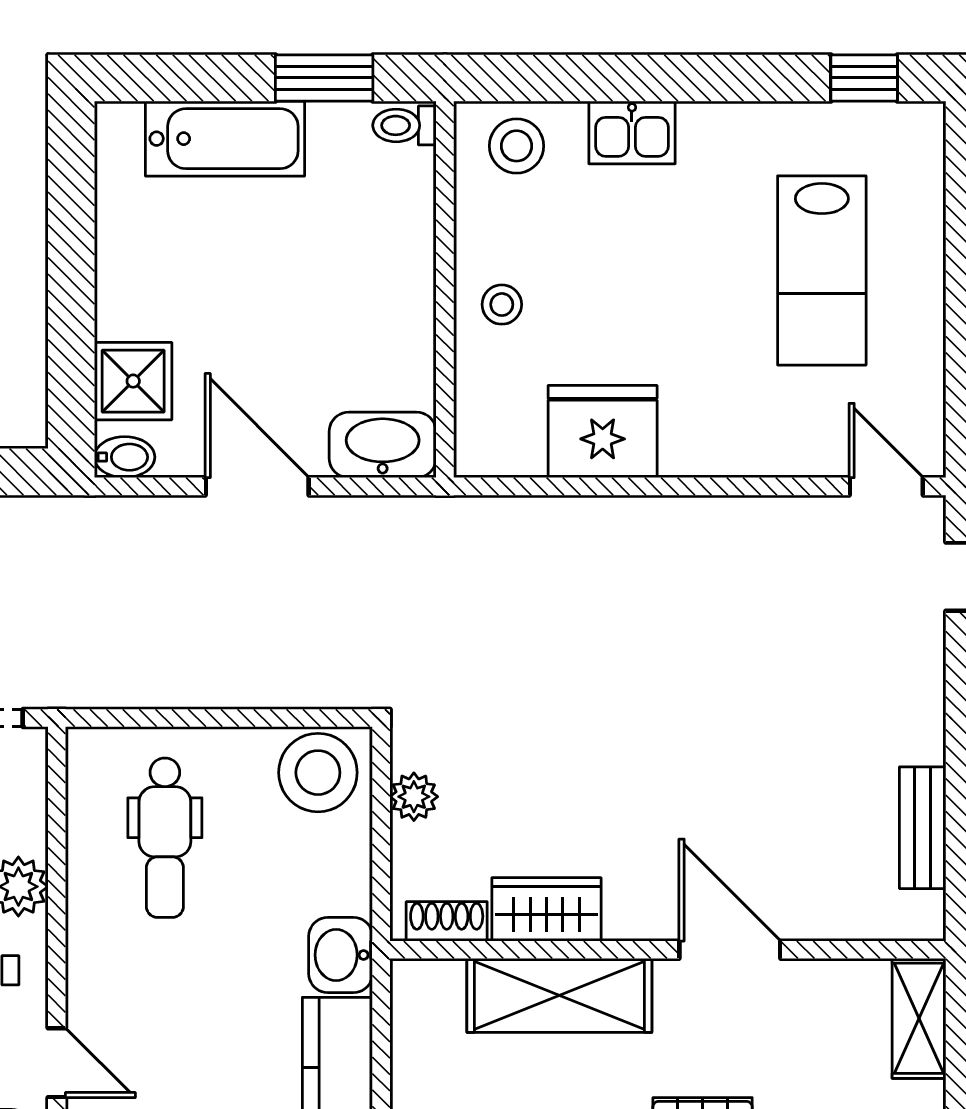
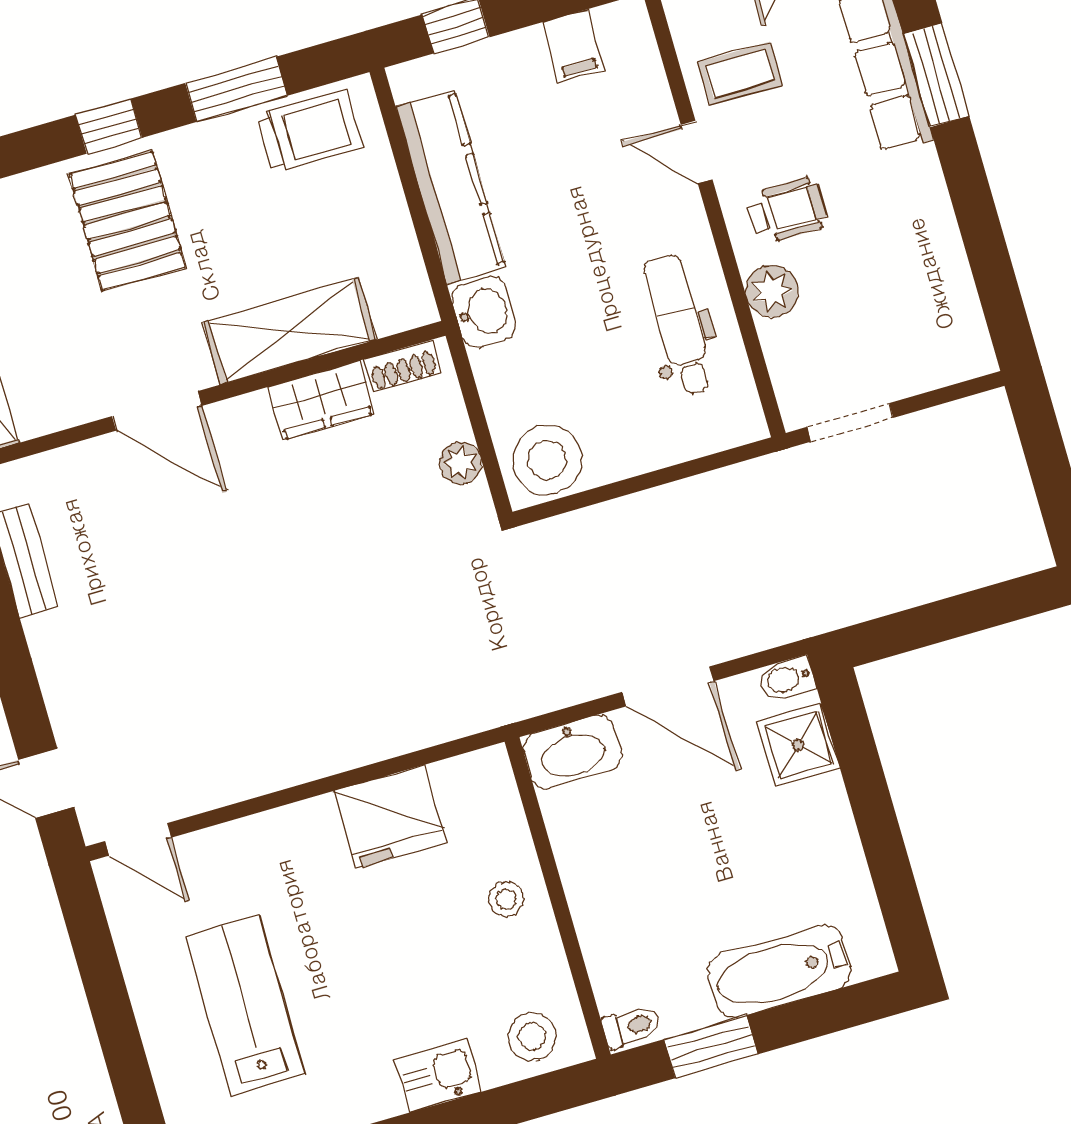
dental chair: (165, 838) -> (679, 325), moved

